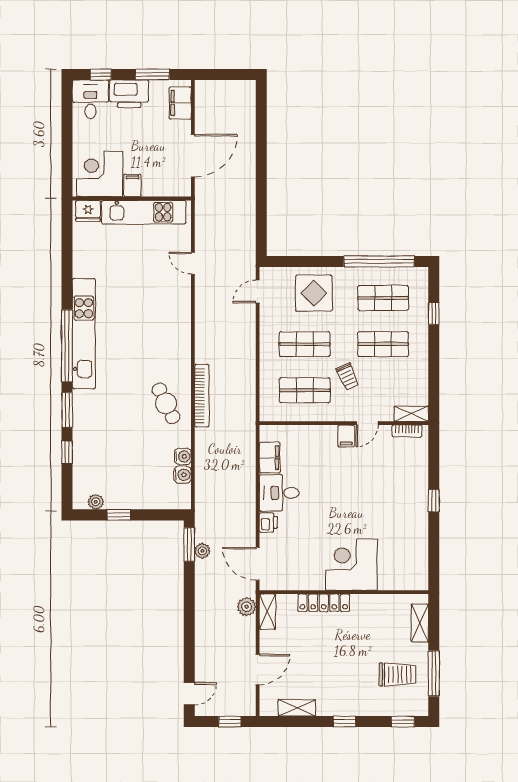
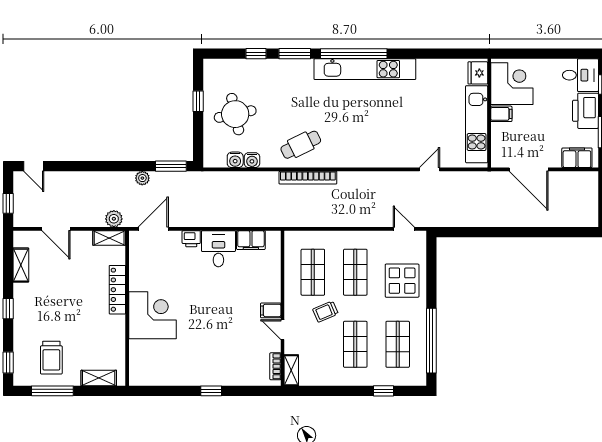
round table: (133, 475) -> (235, 114), added
plant: (96, 502) -> (210, 80), removed
plant: (202, 551) -> (142, 178), moved

